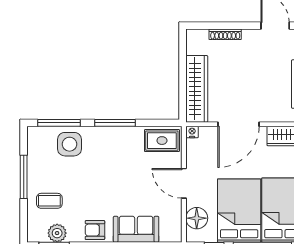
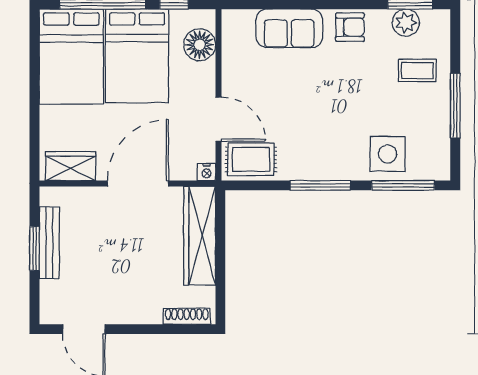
shoe rack: (225, 34) -> (187, 316), moved
door: (184, 183) -> (219, 119), moved

